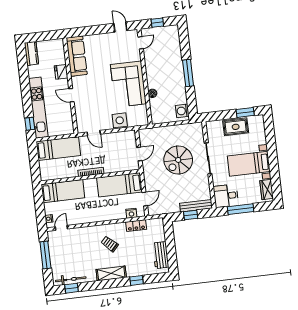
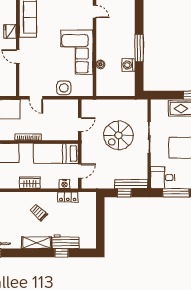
door: (141, 43) -> (94, 12), hinge flipped
washing machine: (182, 111) -> (129, 65), moved
wardrobe: (98, 216) -> (30, 183), added
workbench: (161, 255) -> (66, 242), moved, turned 90

